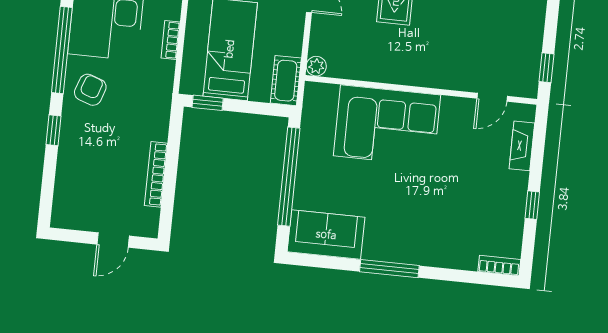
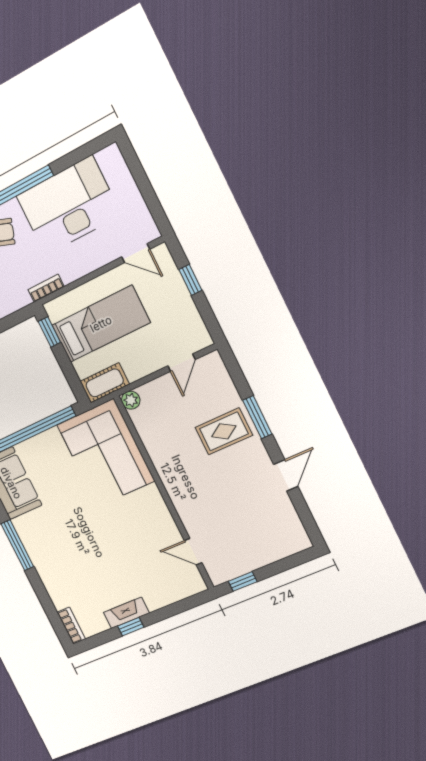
bookcase: (171, 40) -> (46, 288), moved
corner sofa: (387, 125) -> (106, 453), moved
fireplace: (522, 146) -> (126, 613), moved

